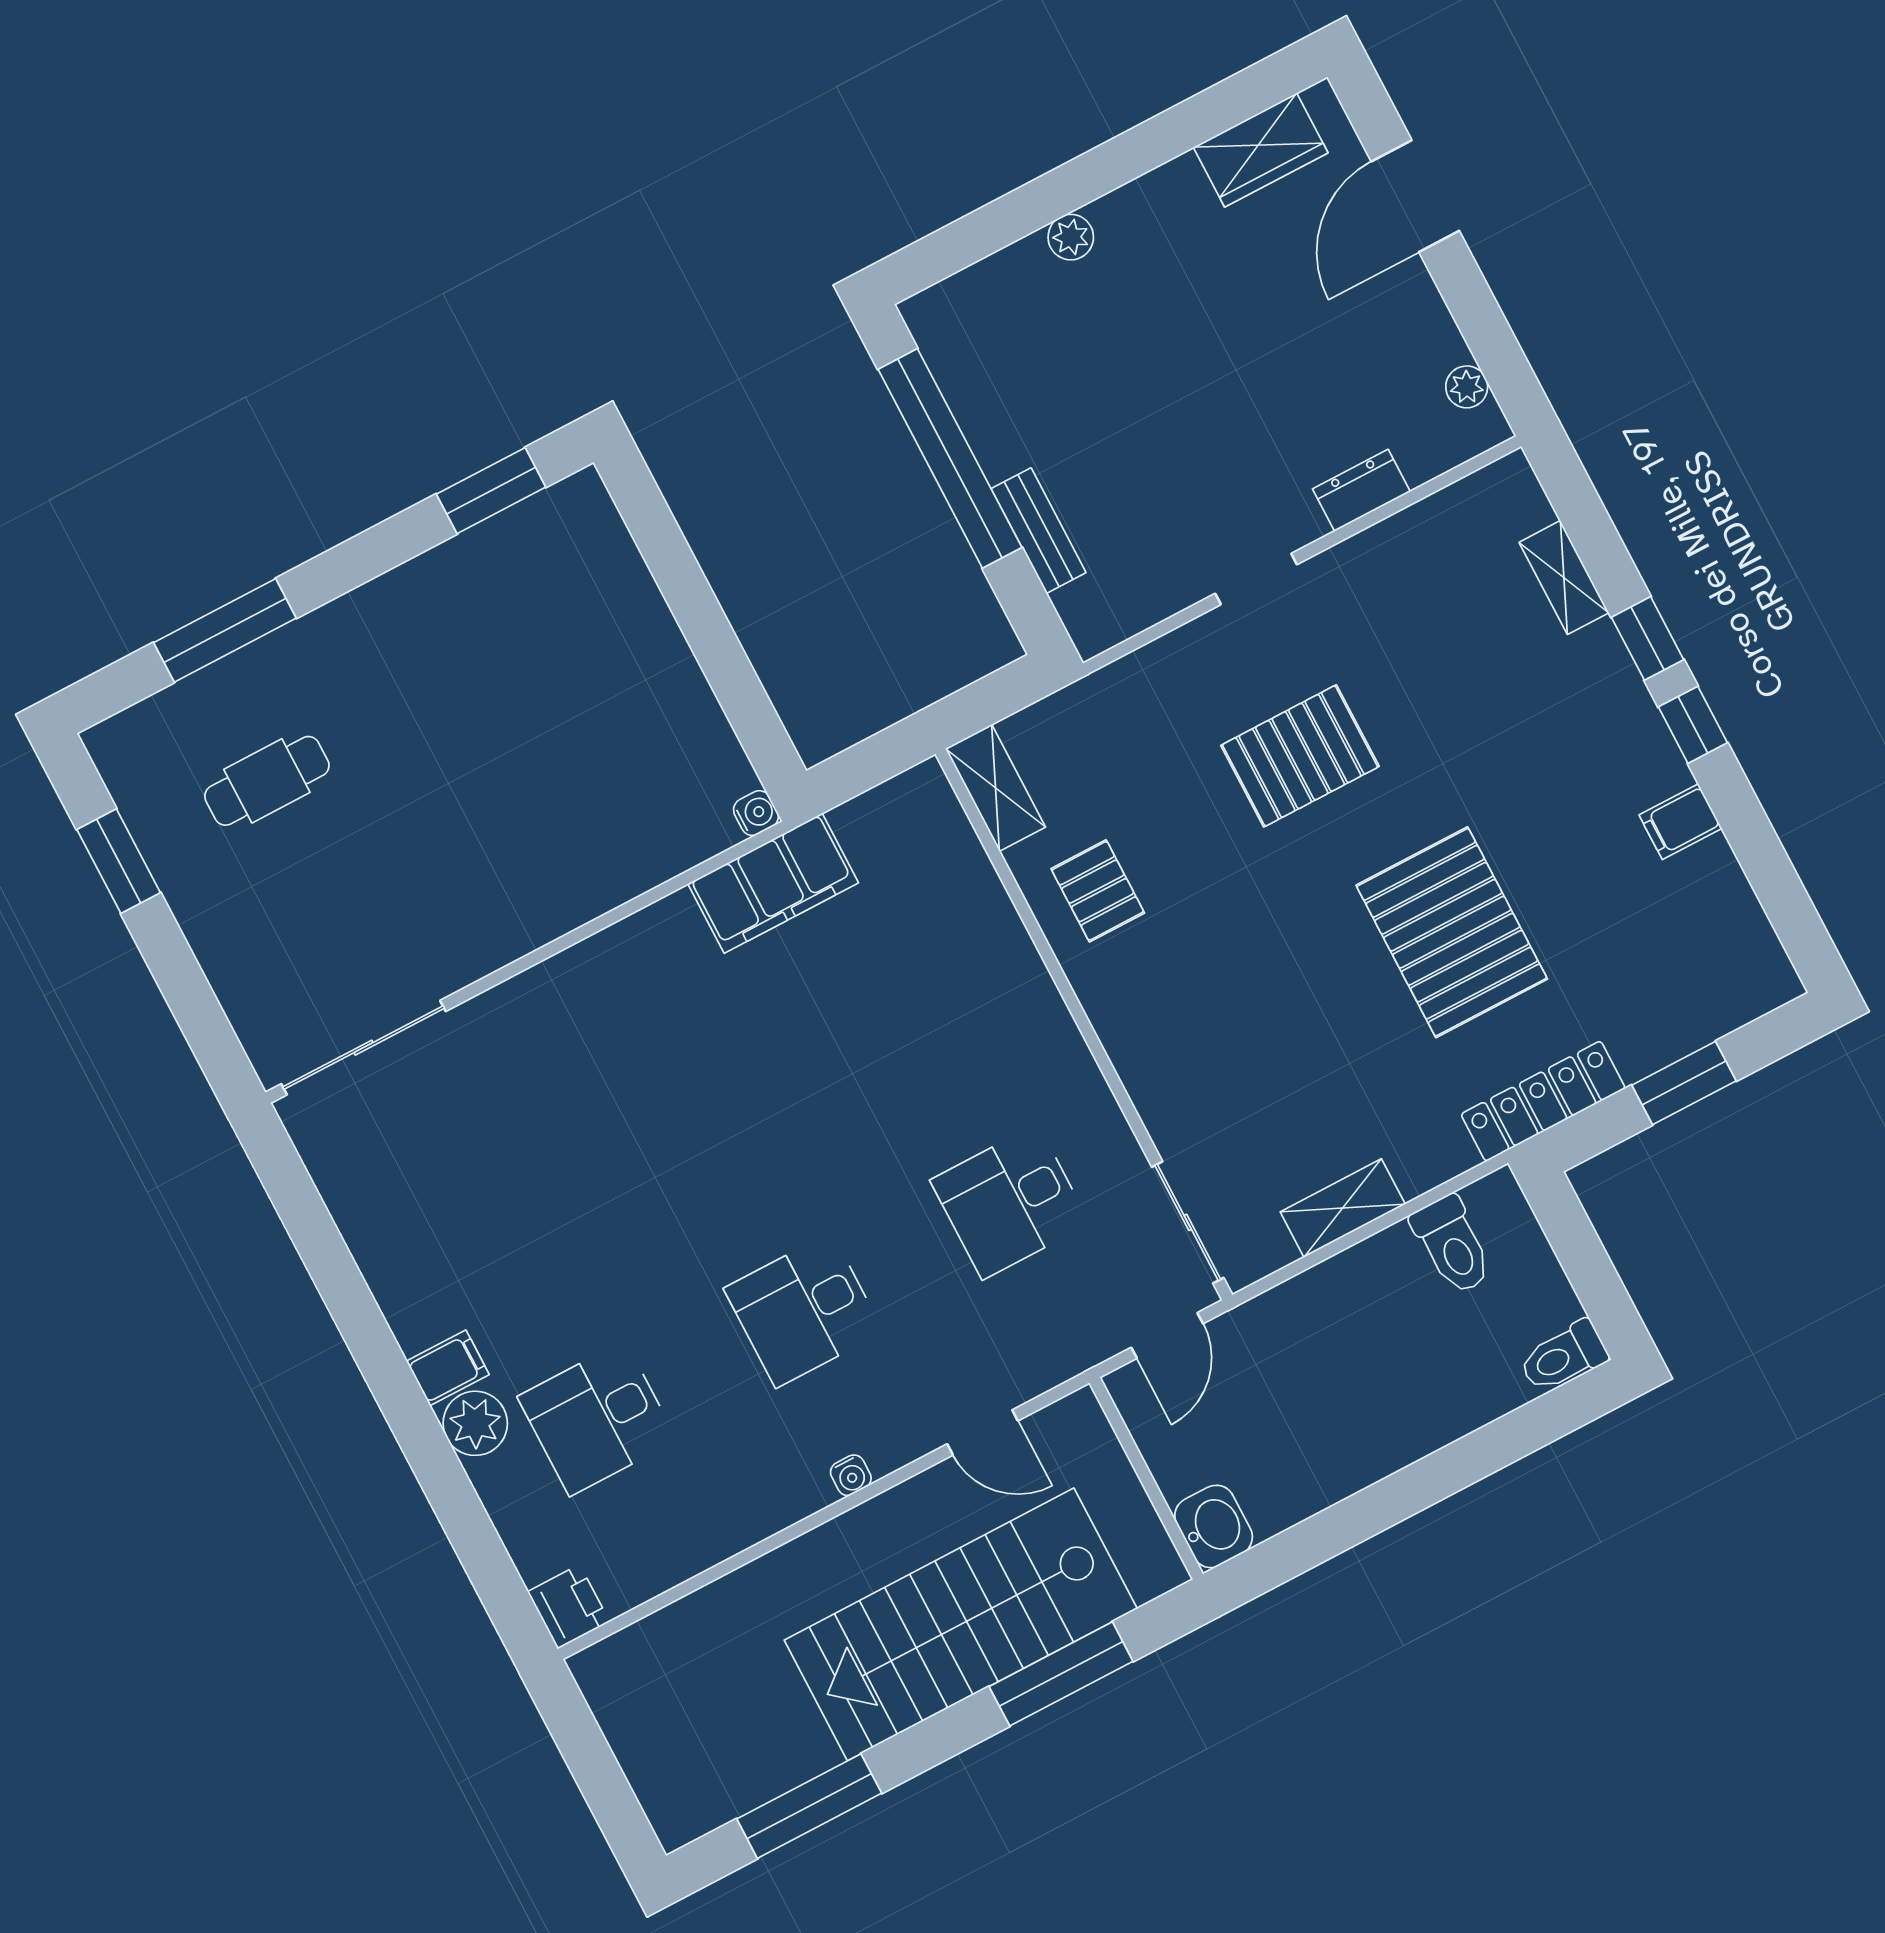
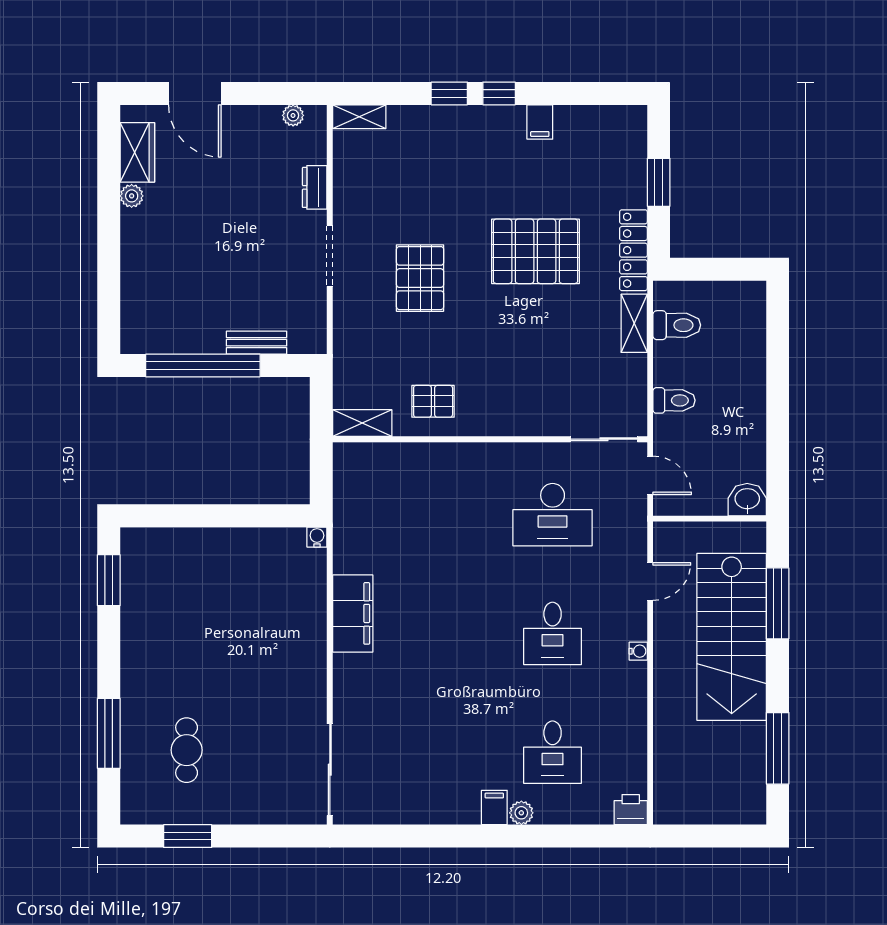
plant: (1071, 237) -> (132, 196), moved
shelving: (1564, 578) -> (359, 117), moved
doorway: (1256, 579) -> (330, 256), width x1.38
filing cabinet: (773, 883) -> (353, 613), moved
desk: (1010, 1202) -> (553, 515), width x1.37
shelving: (1343, 1208) -> (634, 323), moved
toilet: (1563, 1357) -> (674, 400), moved, turned -90
plant: (475, 1423) -> (521, 813), width x0.73, depth x0.73

